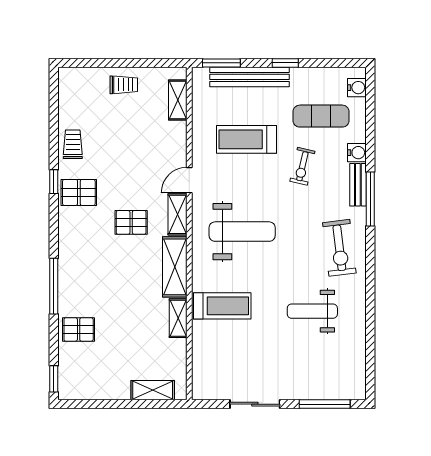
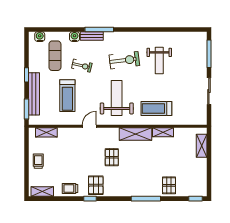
door: (189, 180) -> (89, 126), swing flipped
shelving: (177, 214) -> (42, 191), moved
exercise bike: (339, 248) -> (124, 60), moved
treadmill: (222, 306) -> (156, 109), turned -90

